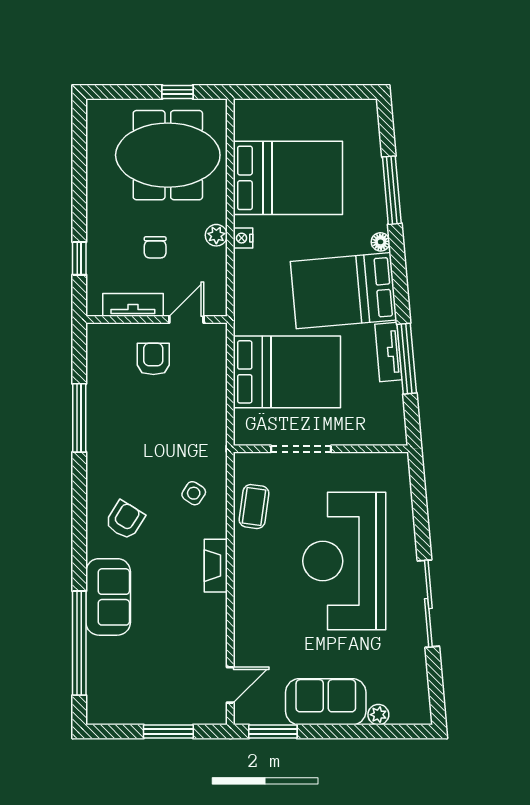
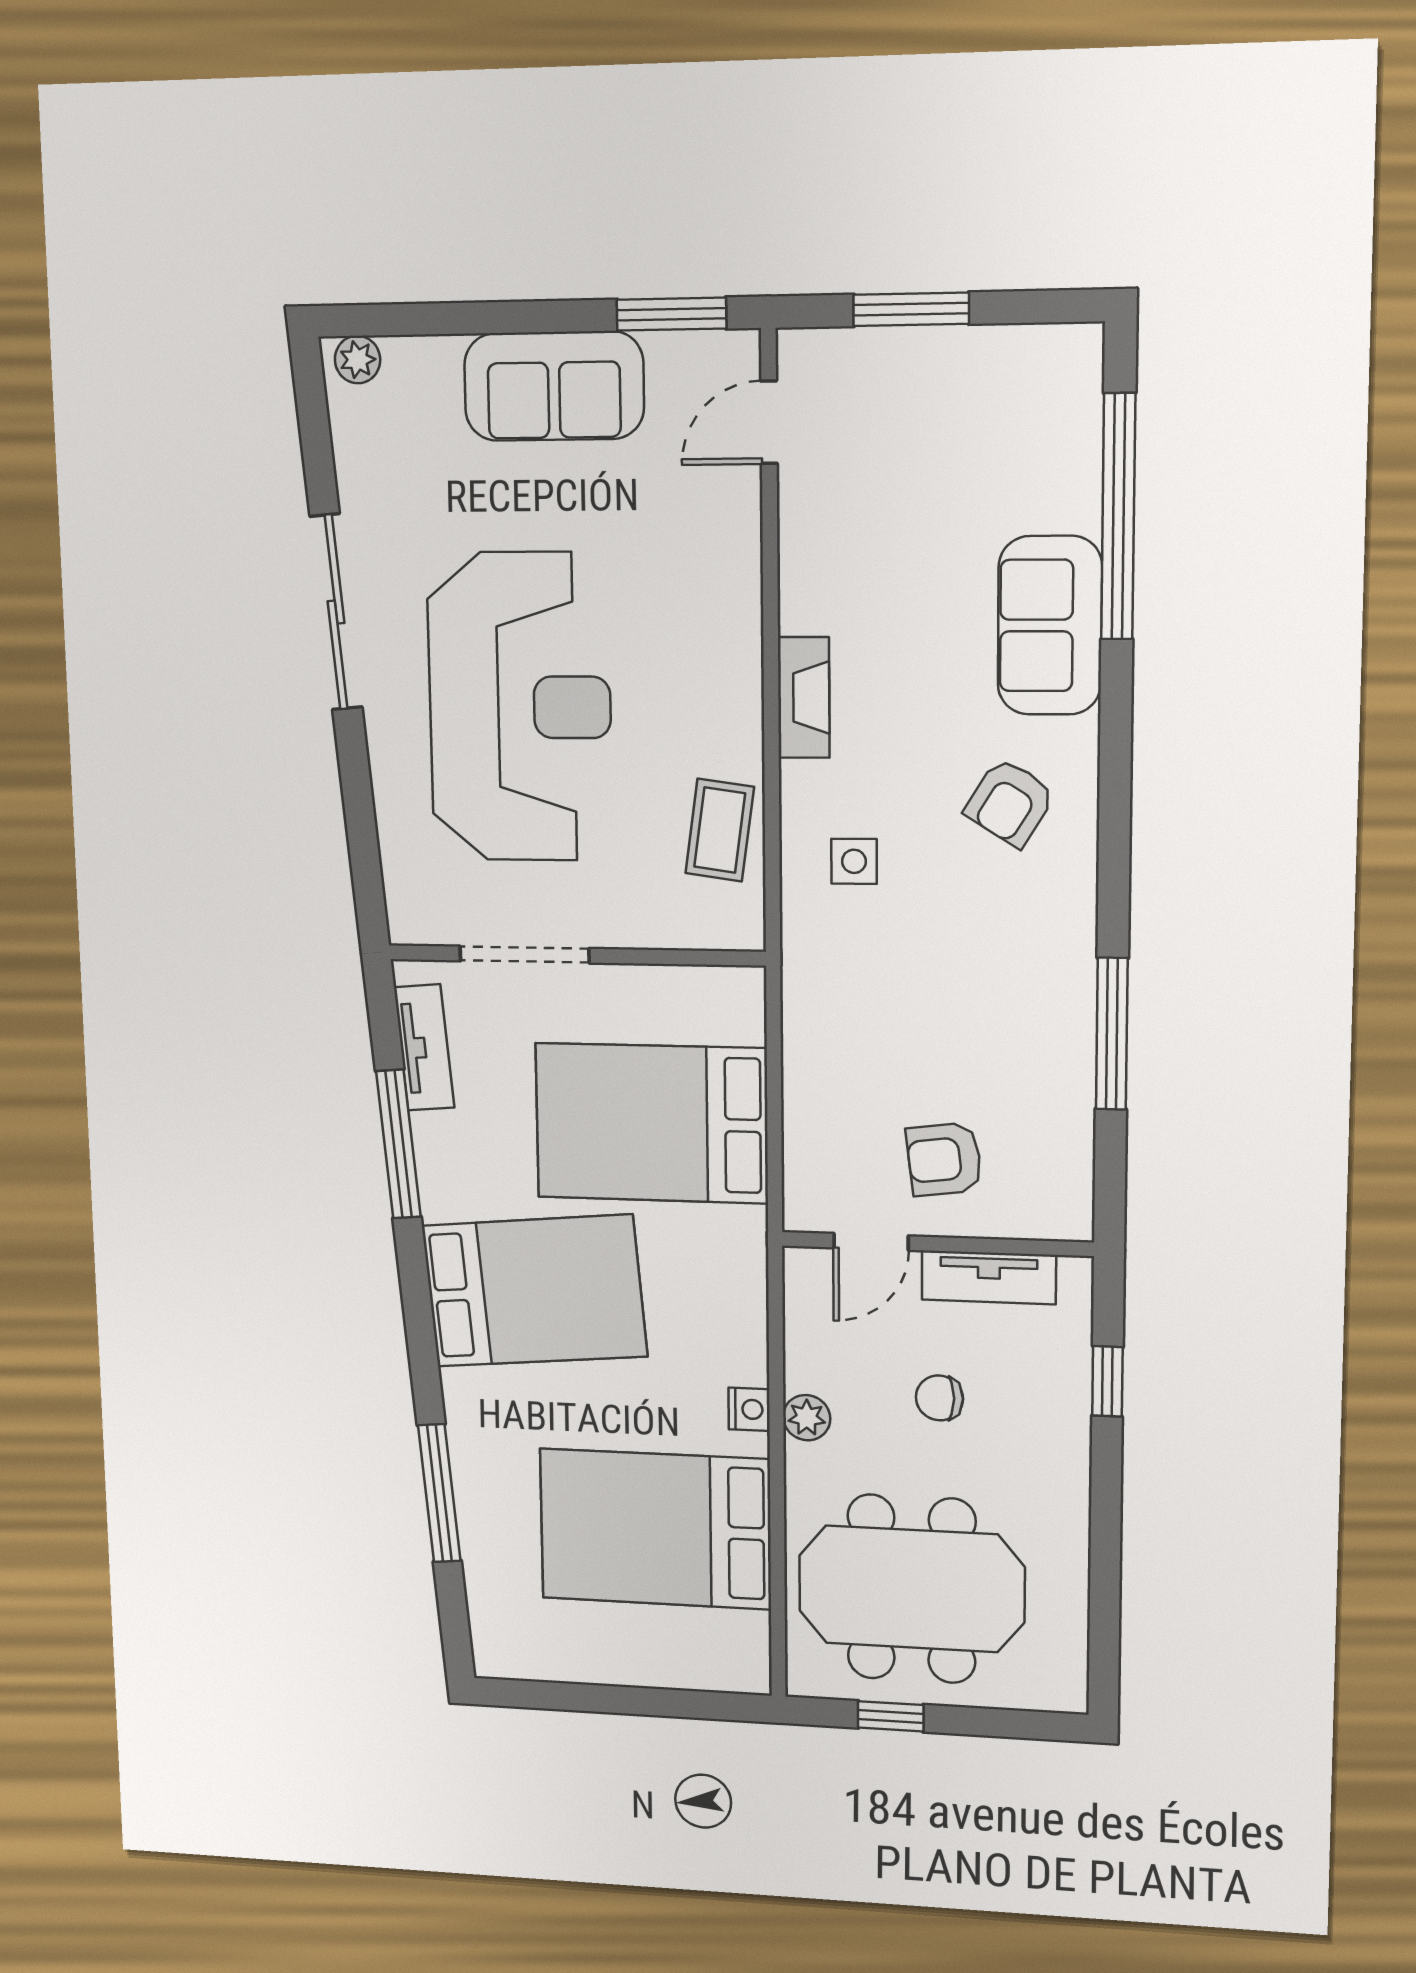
floor lamp: (381, 242) -> (460, 1389), removed
chair: (155, 247) -> (939, 1398), turned -90
tv unit: (388, 352) -> (424, 1047), moved
armchair: (153, 359) -> (944, 1159), turned 83
doorway: (301, 449) -> (524, 955), moved
side table: (194, 493) -> (854, 861), turned -33
plant: (378, 715) -> (358, 360), moved

